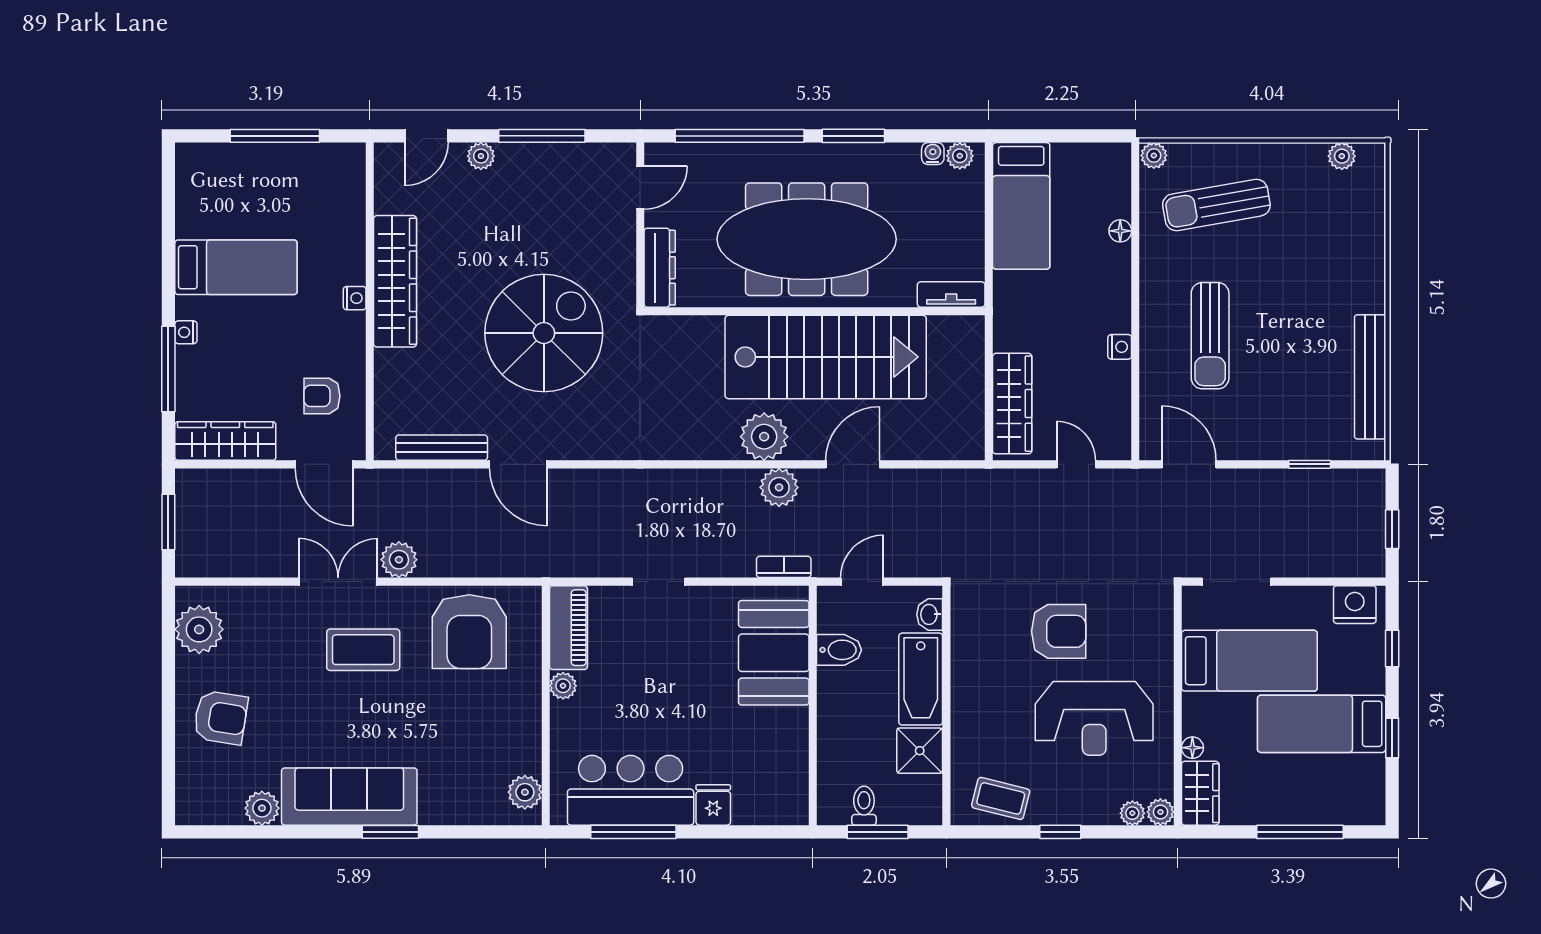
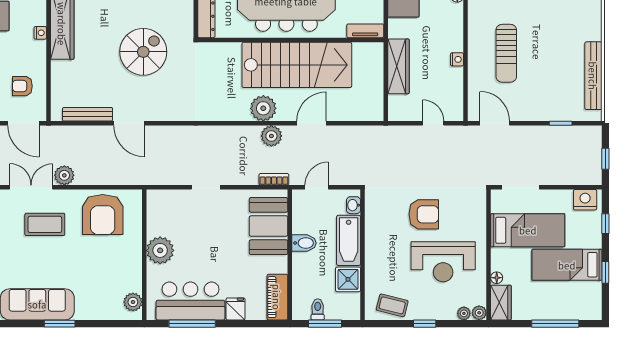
spiral stairs: (544, 333) -> (143, 52), width x0.73, depth x0.73
wardrobe: (1012, 404) -> (398, 66), moved
piano: (568, 628) -> (277, 297), moved, turned 180
bidet: (839, 650) -> (304, 243), moved
plant: (563, 686) -> (160, 250), width x1.87, depth x1.87

